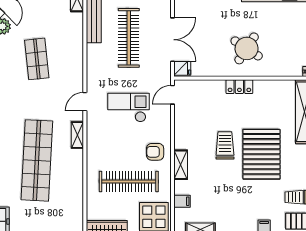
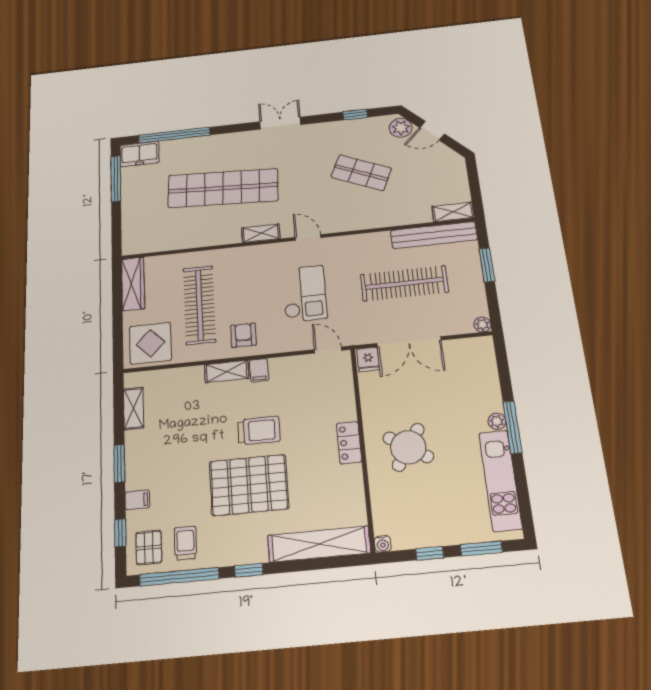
shop shelf: (37, 59) -> (361, 173), turned 30
filing cabinet: (182, 201) -> (259, 370), moved

